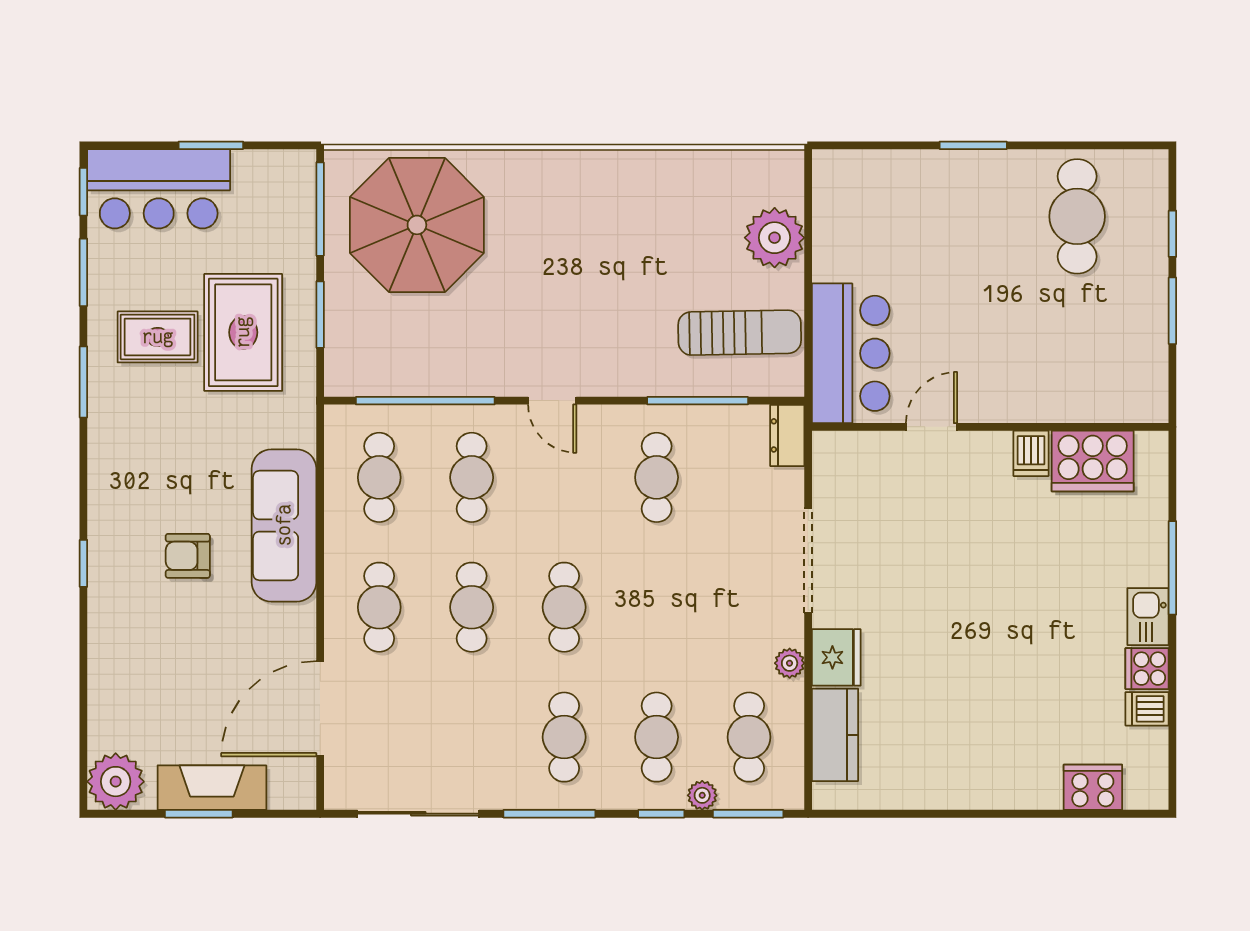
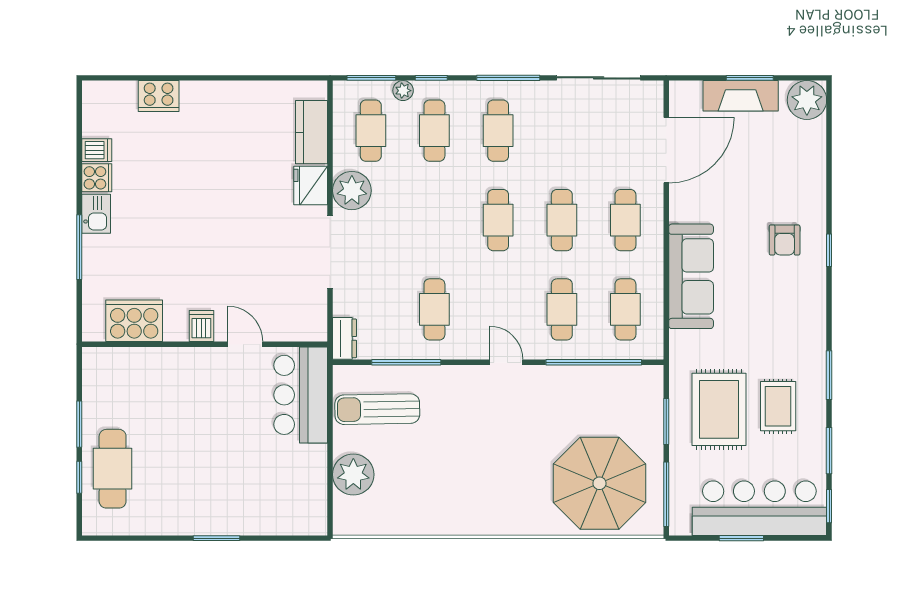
bar counter: (159, 189) -> (759, 508), width x1.36
cafe table: (1077, 216) -> (113, 469), moved
rug: (158, 337) -> (778, 406), turned 90
door: (932, 427) -> (245, 344), swing flipped
dishwasher: (1031, 453) -> (201, 326), moved
armchair: (188, 556) -> (785, 240), moved, turned 90
plant: (790, 663) -> (352, 191), width x1.88, depth x1.88
cooker: (1093, 787) -> (159, 96), moved

